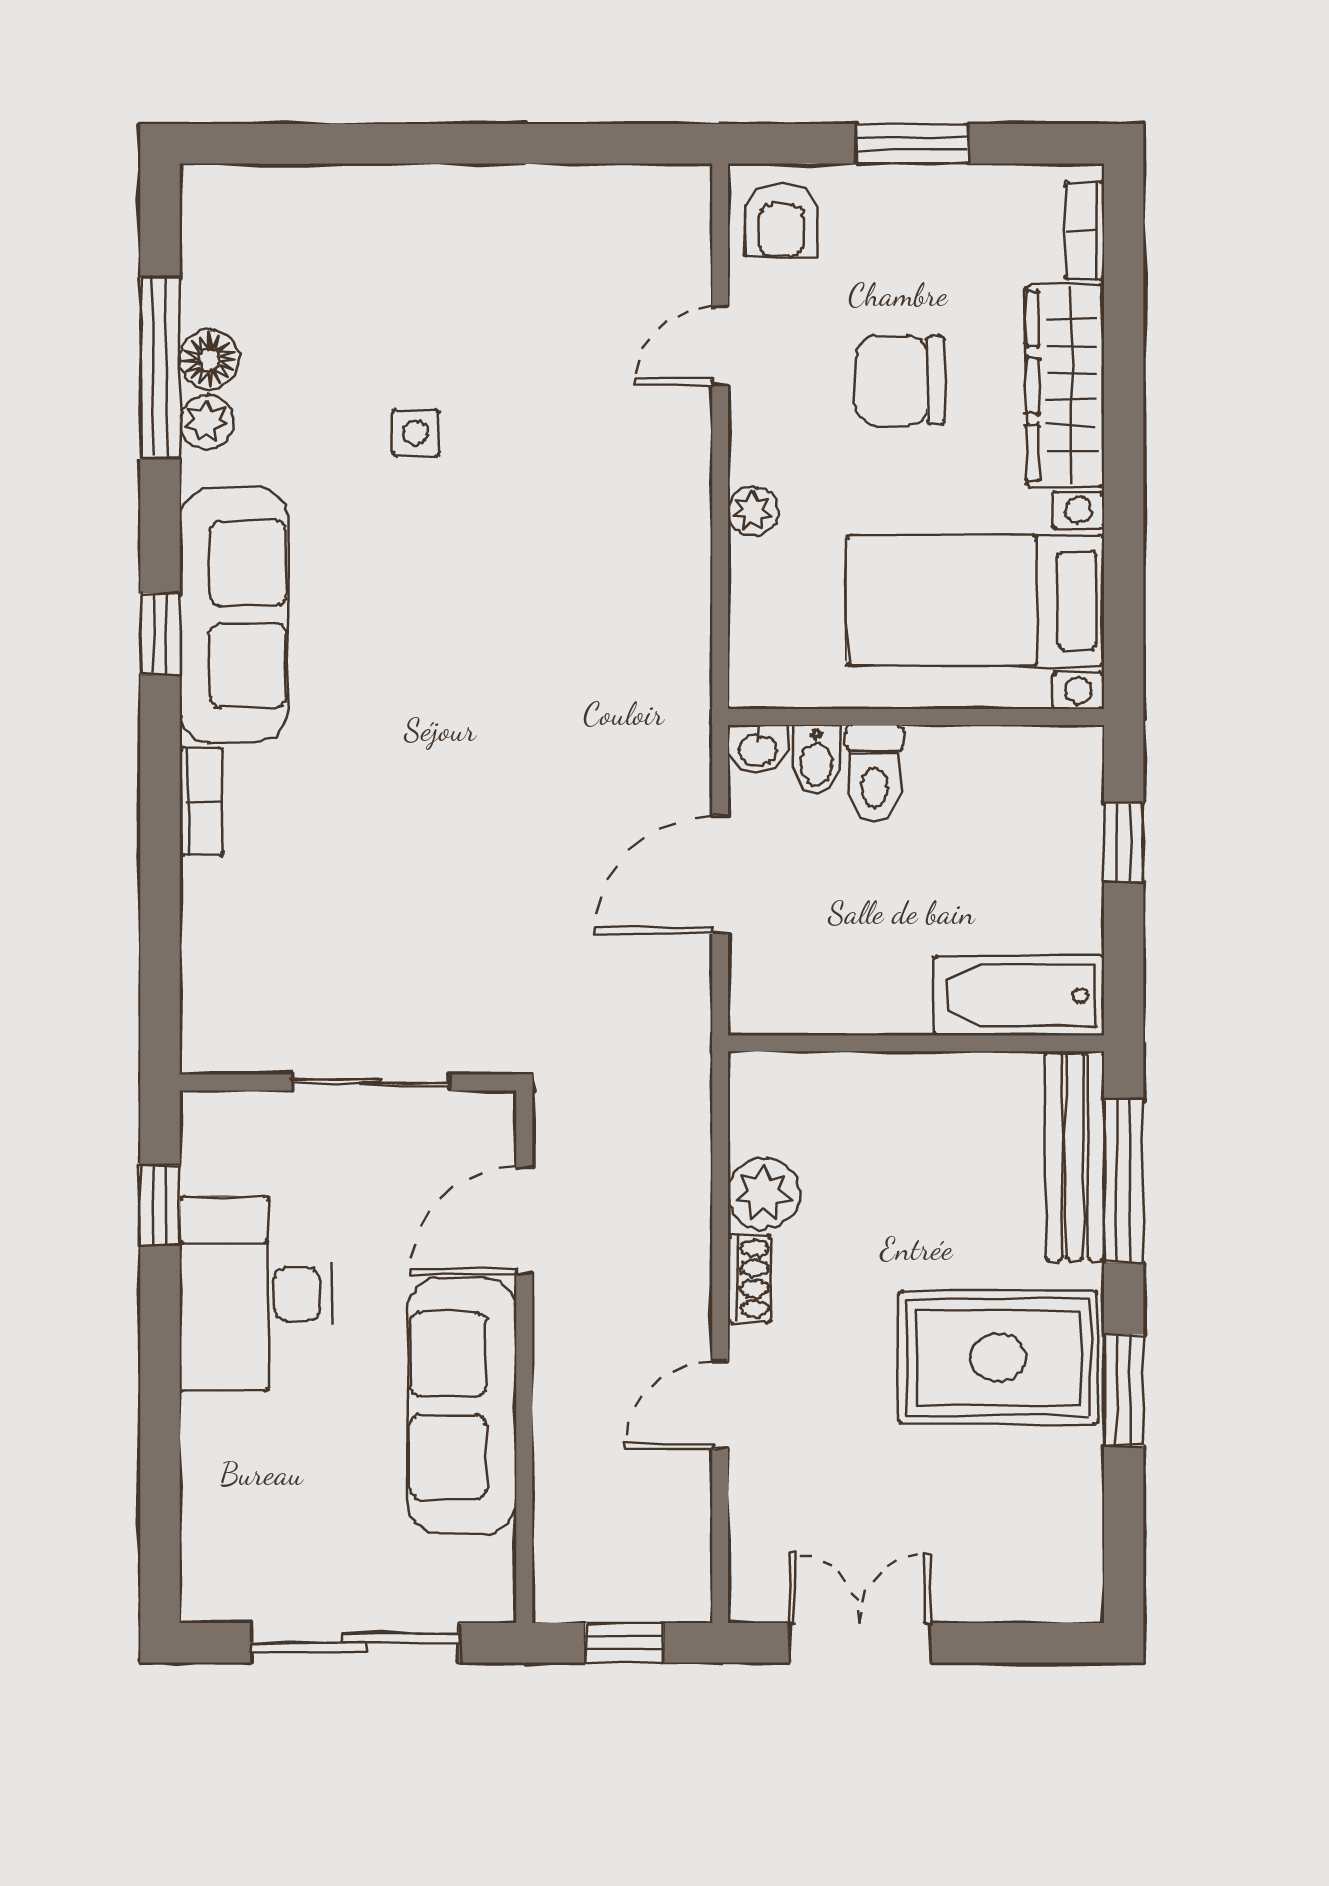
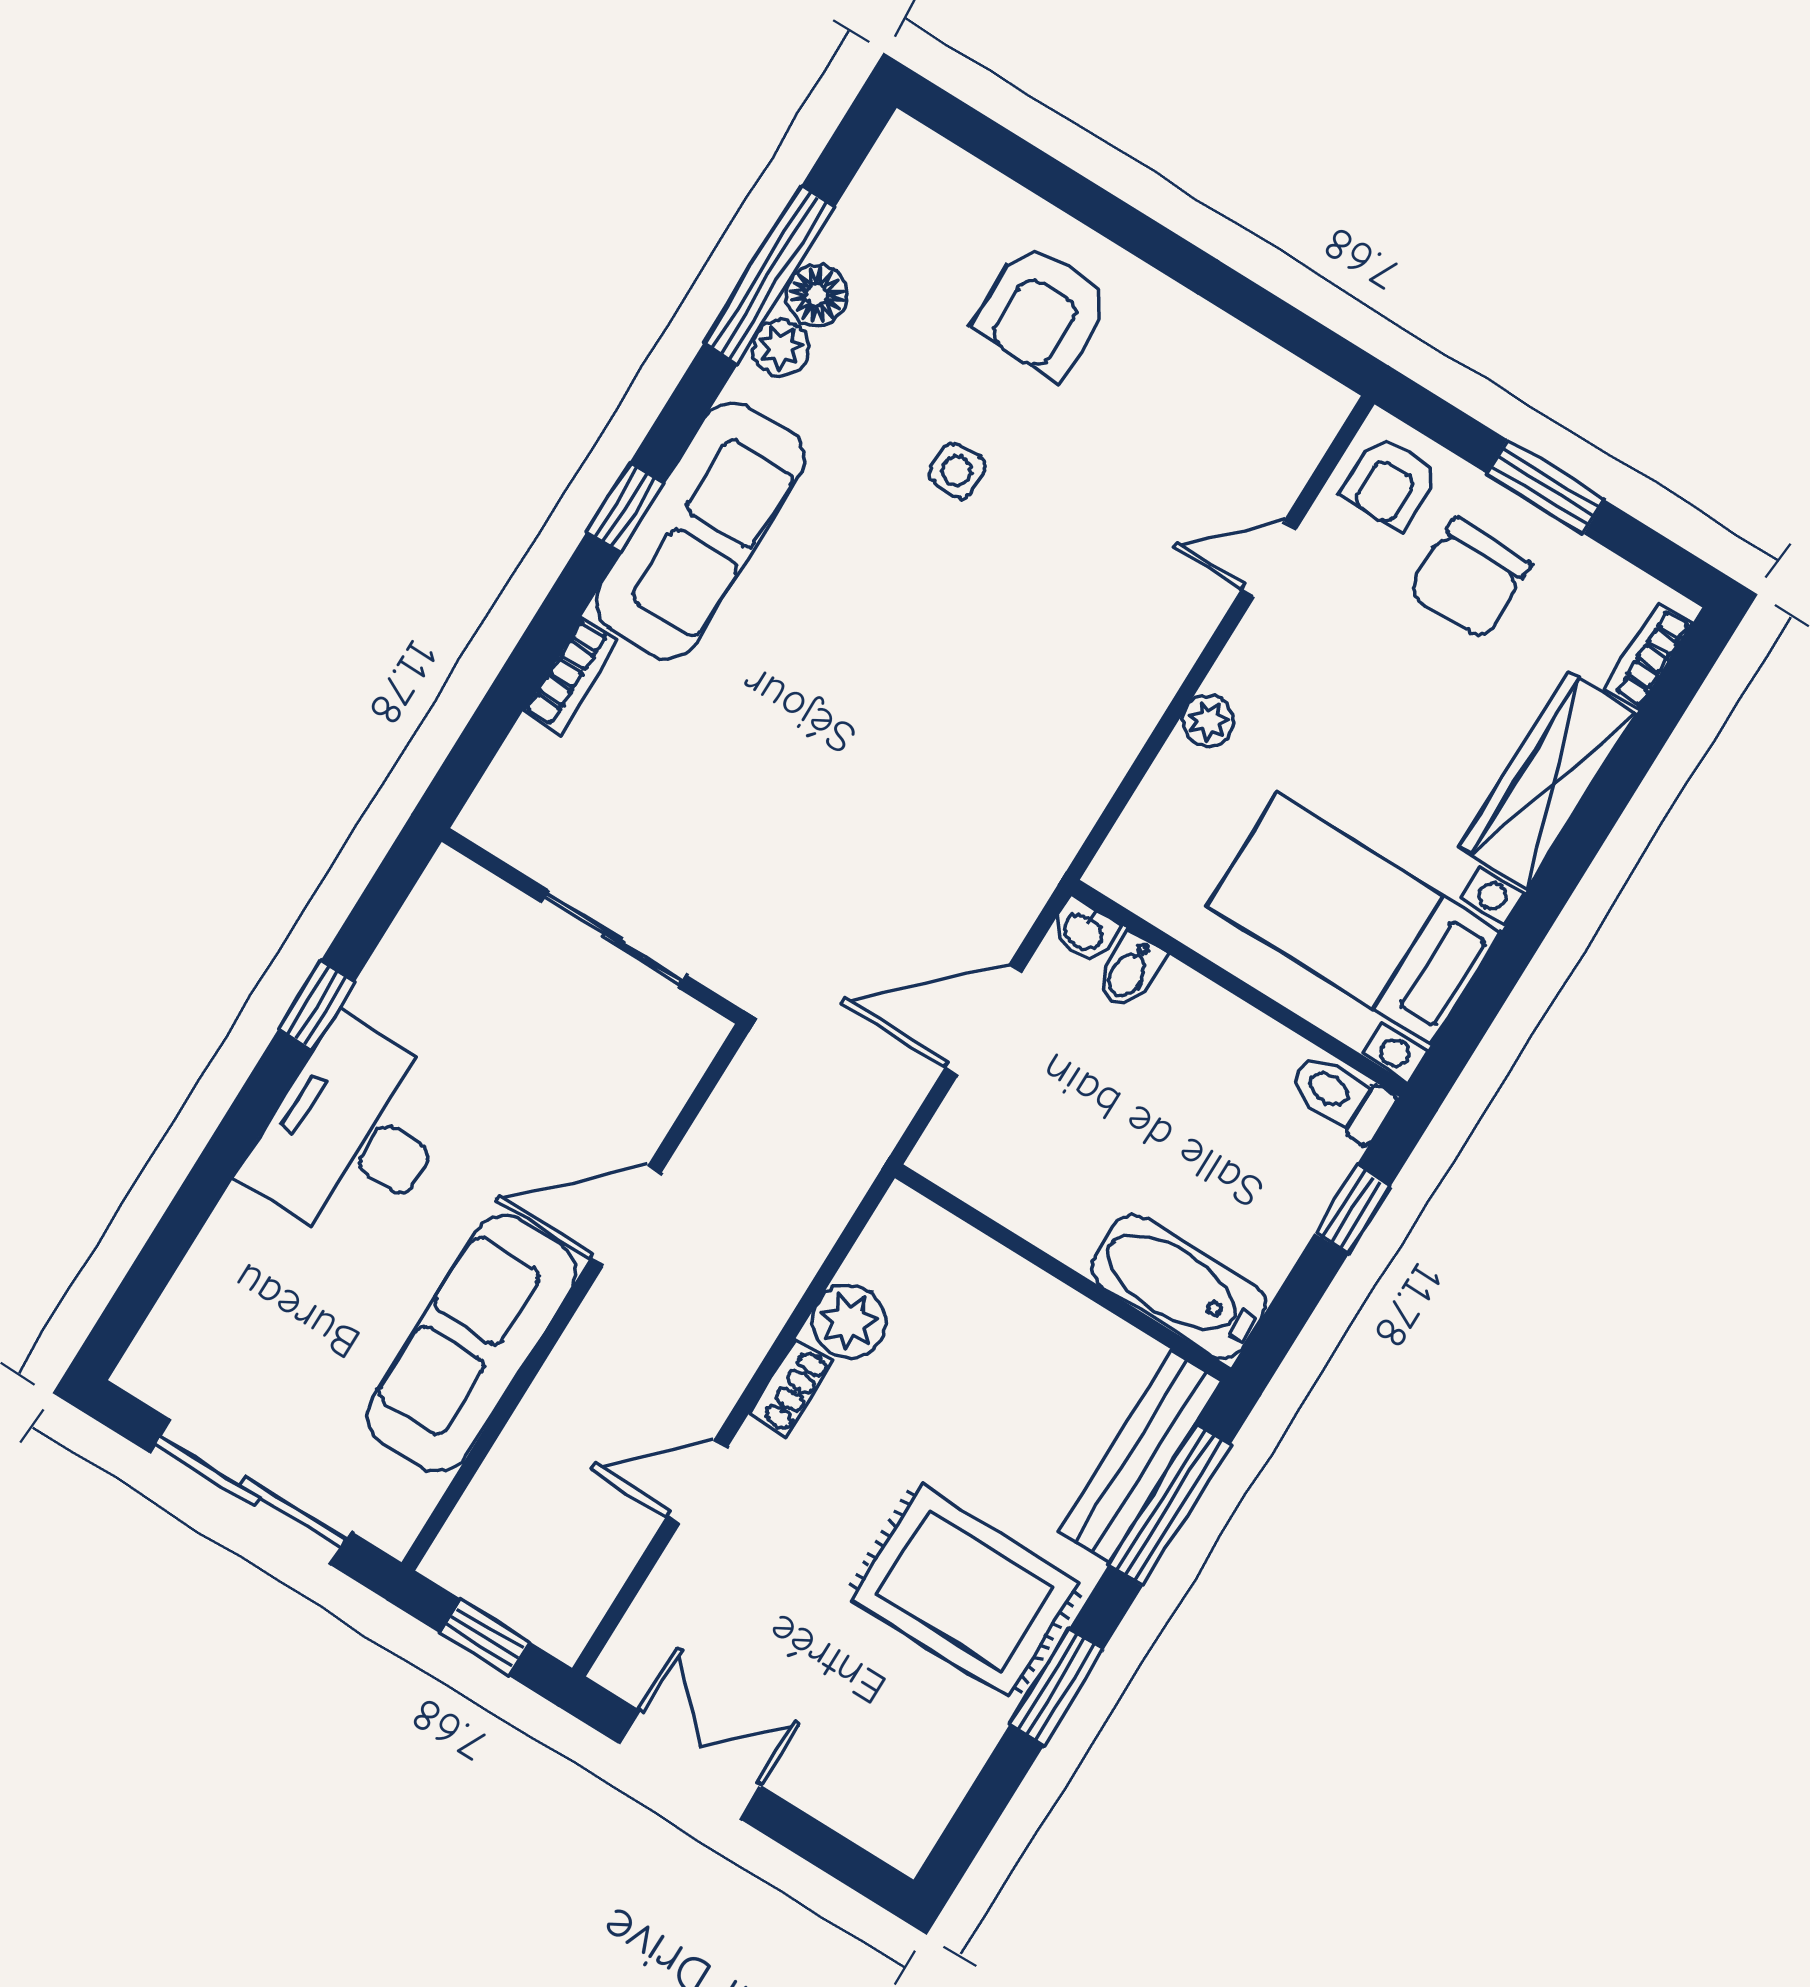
armchair: (404, 256) -> (1042, 310), added
chair: (900, 380) -> (1469, 579), moved, turned -90
toilet: (875, 773) -> (1341, 1096), moved, turned 90
wall: (348, 1083) -> (593, 926), moved
sliding door: (371, 1083) -> (613, 938), moved

